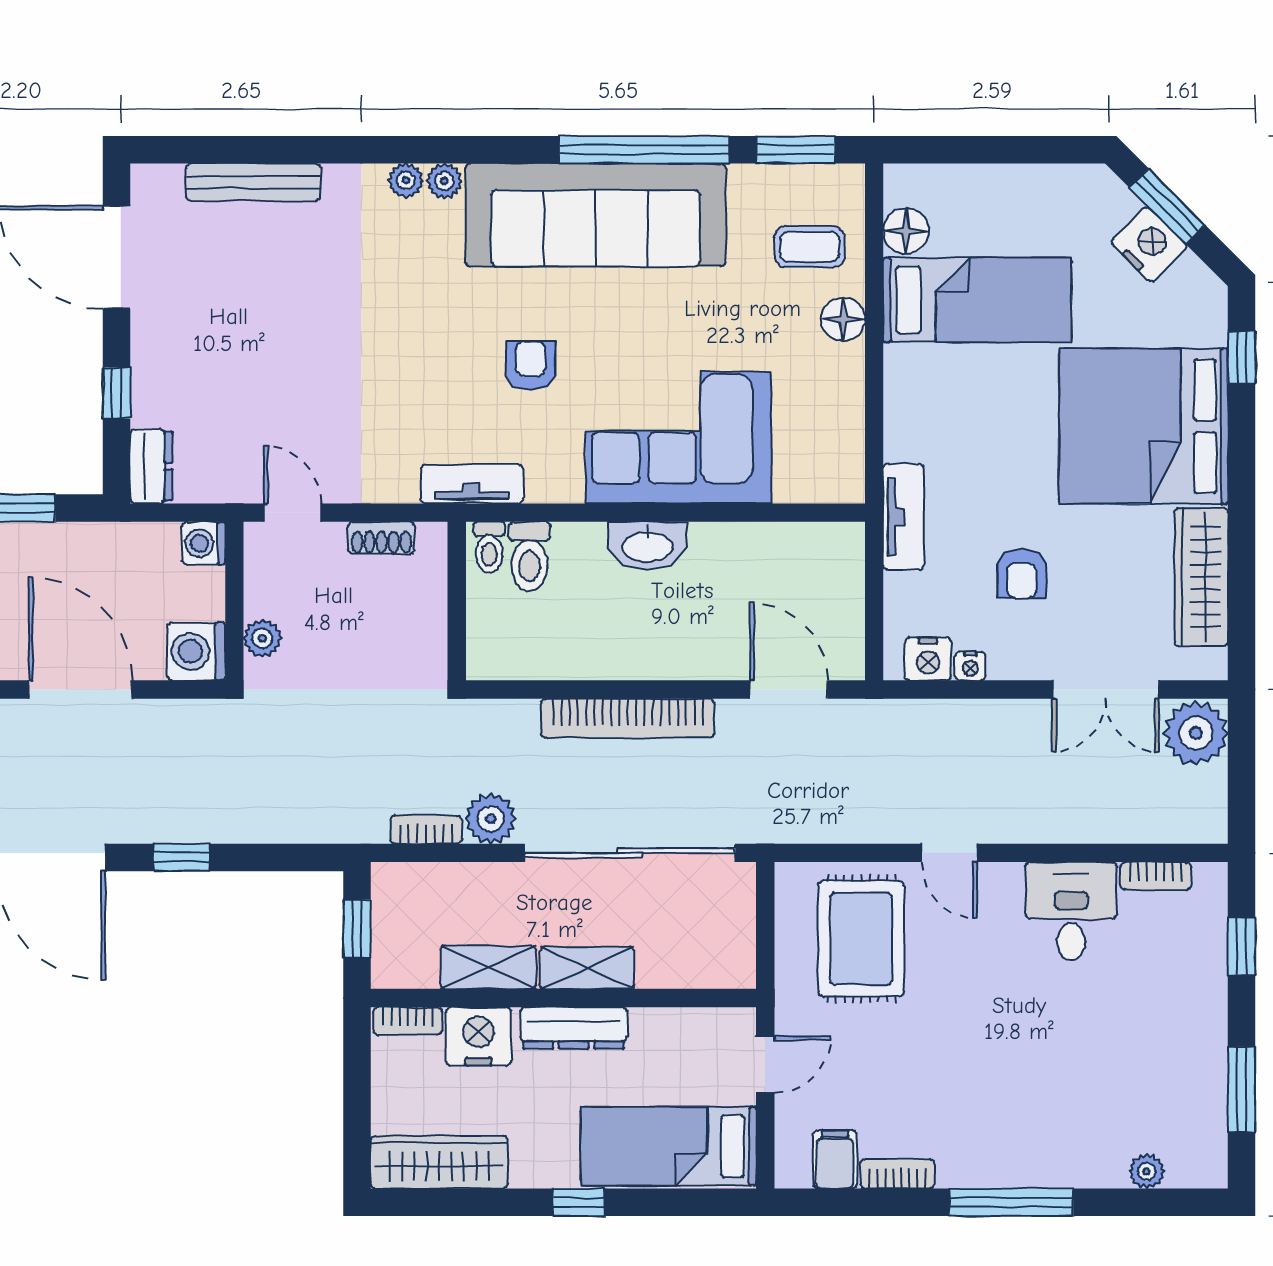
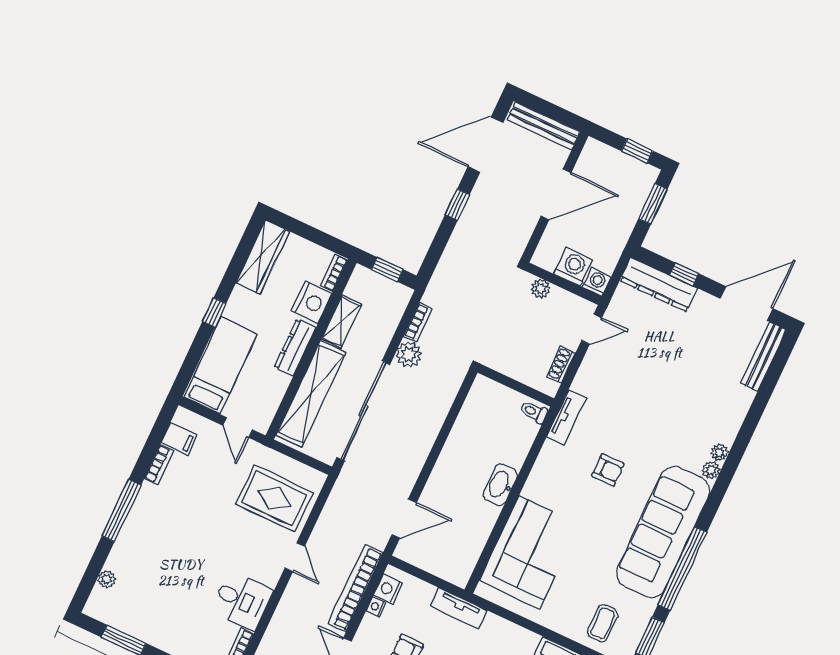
bench: (253, 182) -> (764, 357), moved
floor lamp: (843, 319) -> (562, 623), removed
corner sofa: (678, 437) -> (529, 552), moved
dresser: (151, 466) -> (659, 285), width x1.96, depth x1.24
toilet: (530, 556) -> (521, 428), removed
washing machine: (196, 651) -> (573, 267), moved
bookcase: (628, 718) -> (355, 588), moved
door: (949, 853) -> (295, 557), swing flipped
shelving: (587, 968) -> (311, 394), width x2.20, depth x1.33

